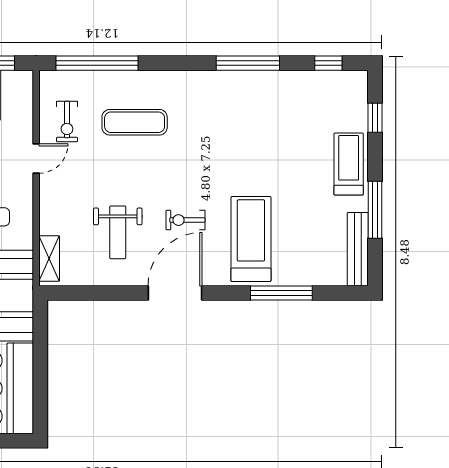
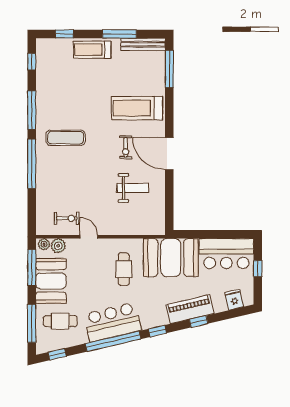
window: (97, 63) -> (32, 164), moved
plant: (24, 84) -> (44, 244), added
plant: (21, 107) -> (58, 246), added
exercise mat: (135, 122) -> (66, 138), moved, turned 90
shelving: (49, 259) -> (149, 229), removed
window: (281, 293) -> (169, 69), moved

